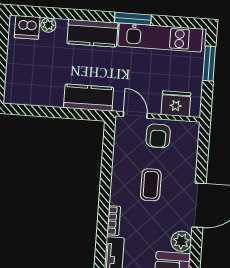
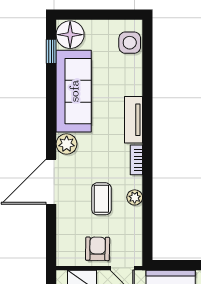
plant: (118, 184) -> (135, 197), added

